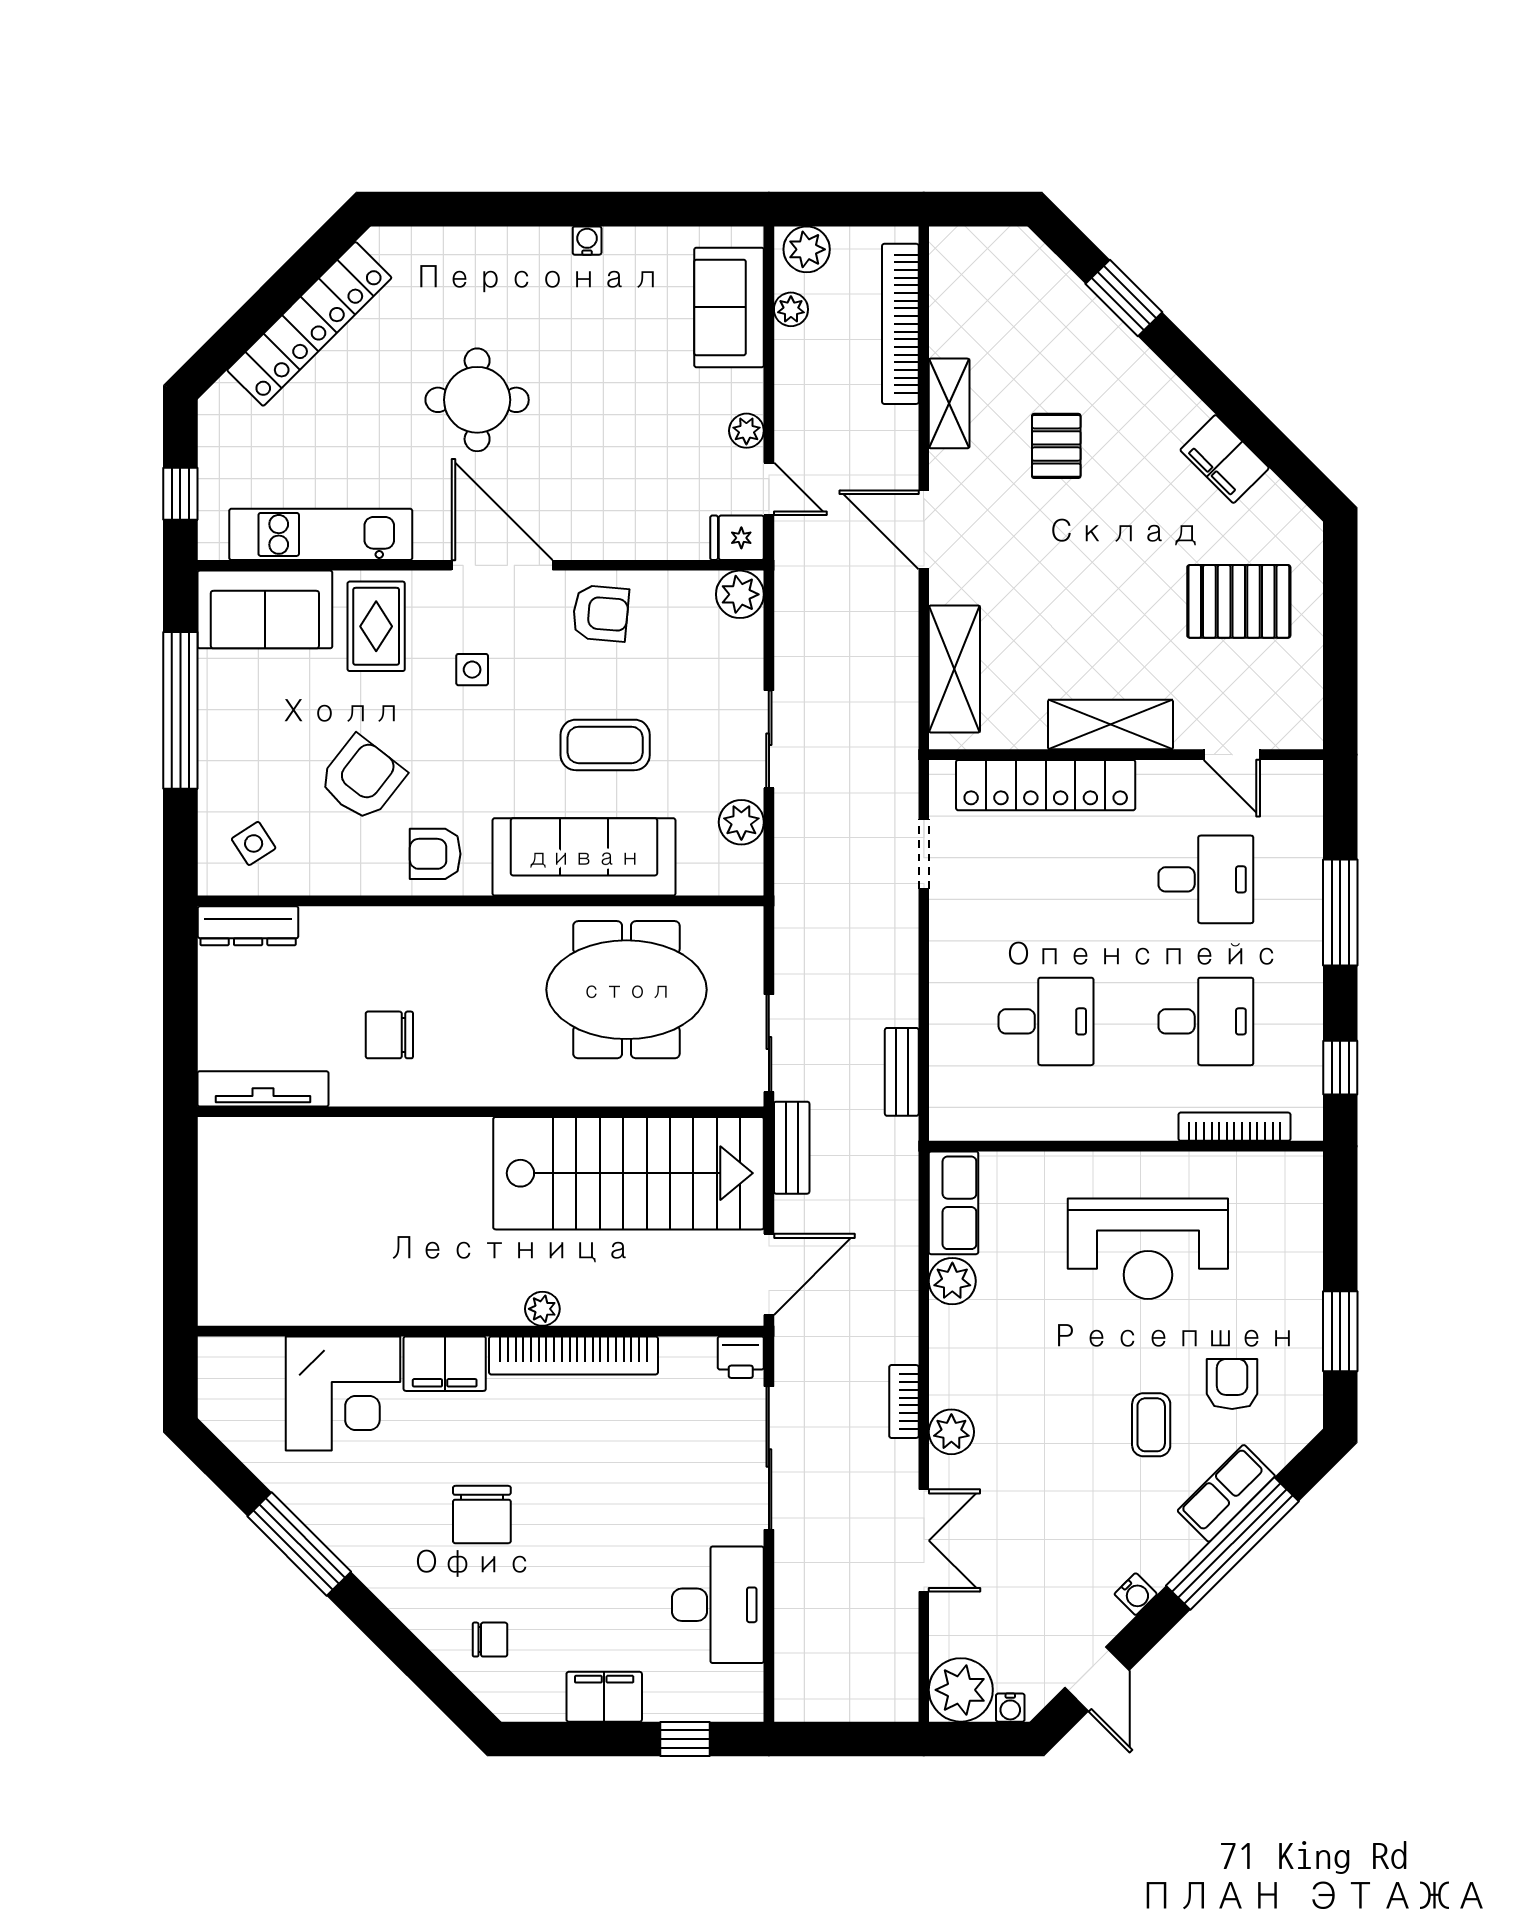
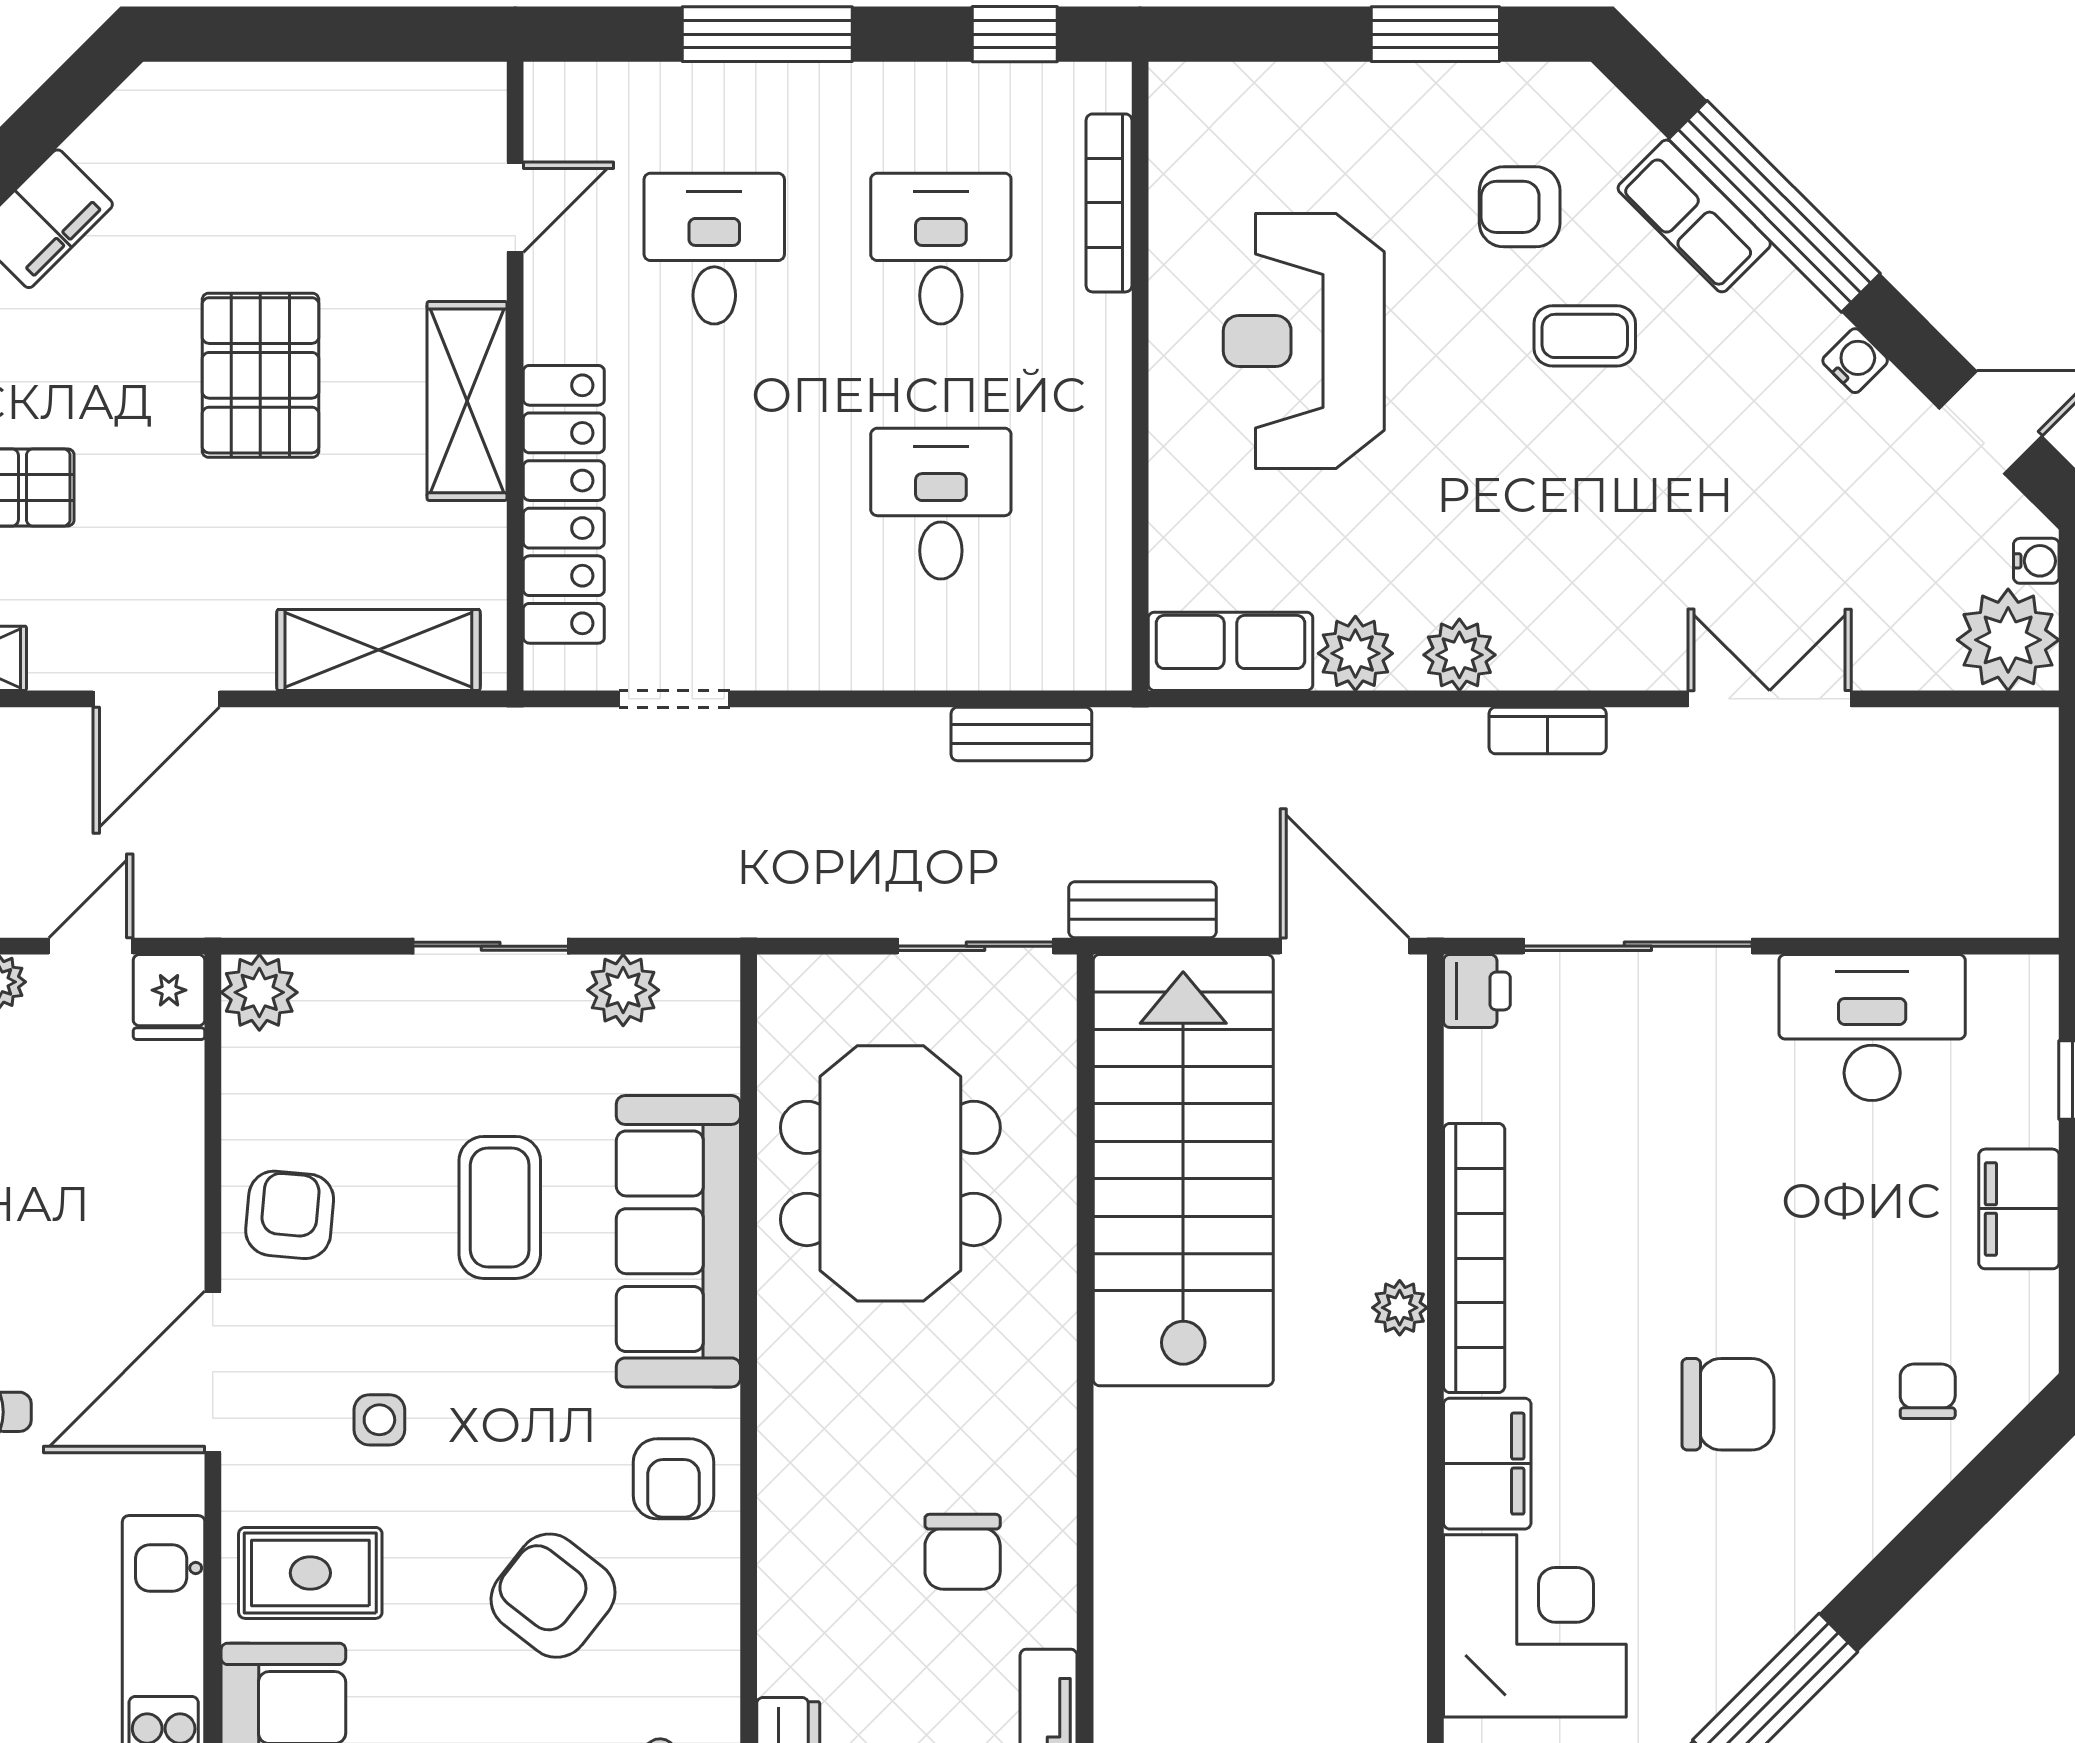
pallet: (1239, 601) -> (260, 375), moved
reception desk: (1148, 1249) -> (1304, 341), turned 180
plant: (951, 1432) -> (1459, 655), moved

